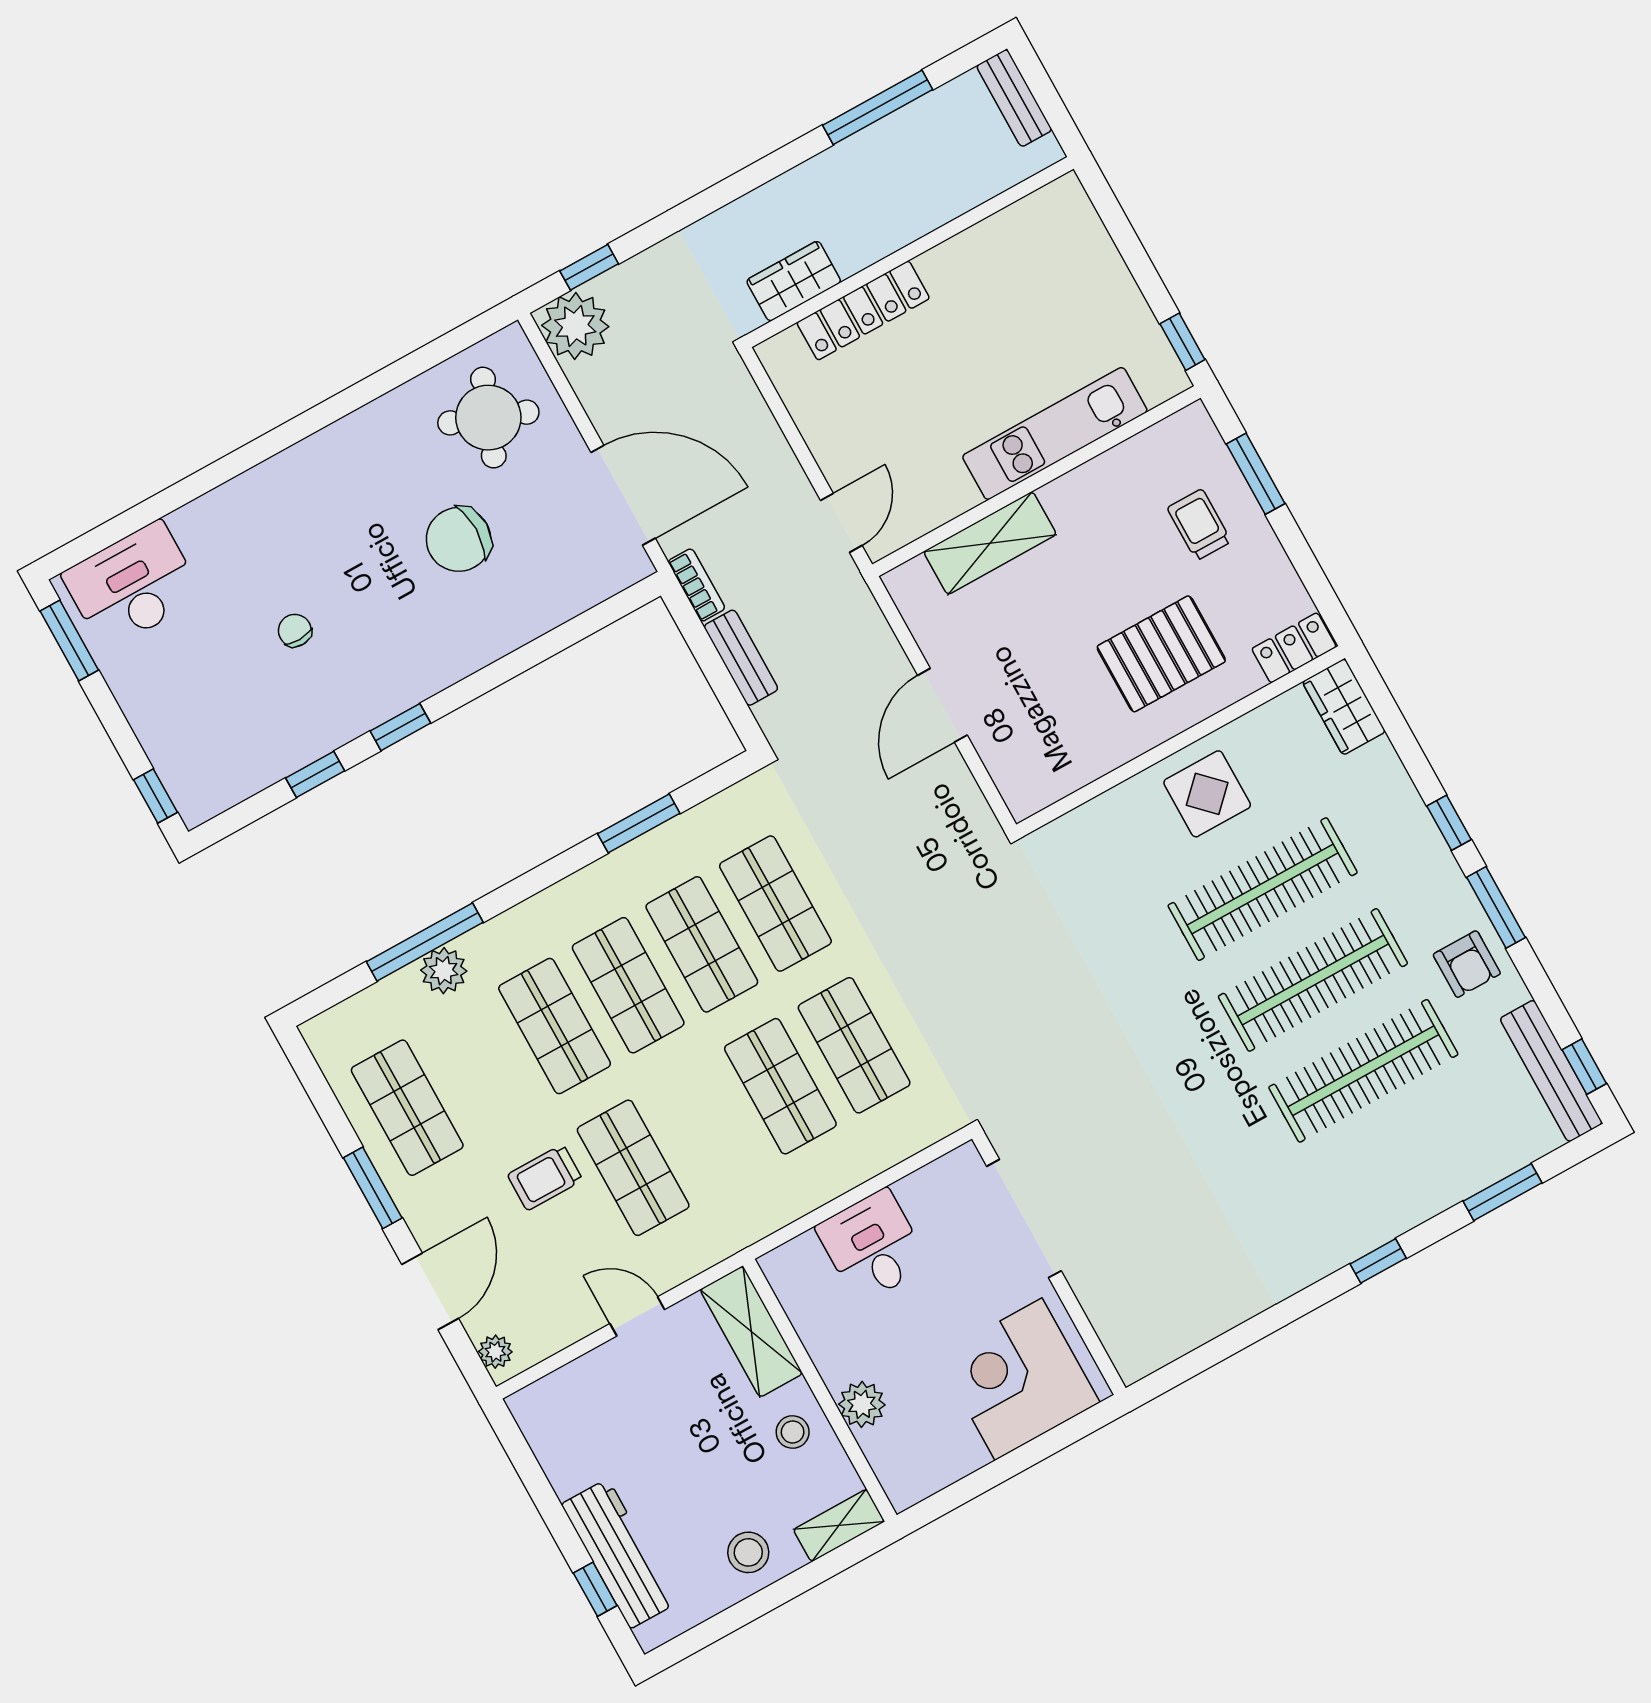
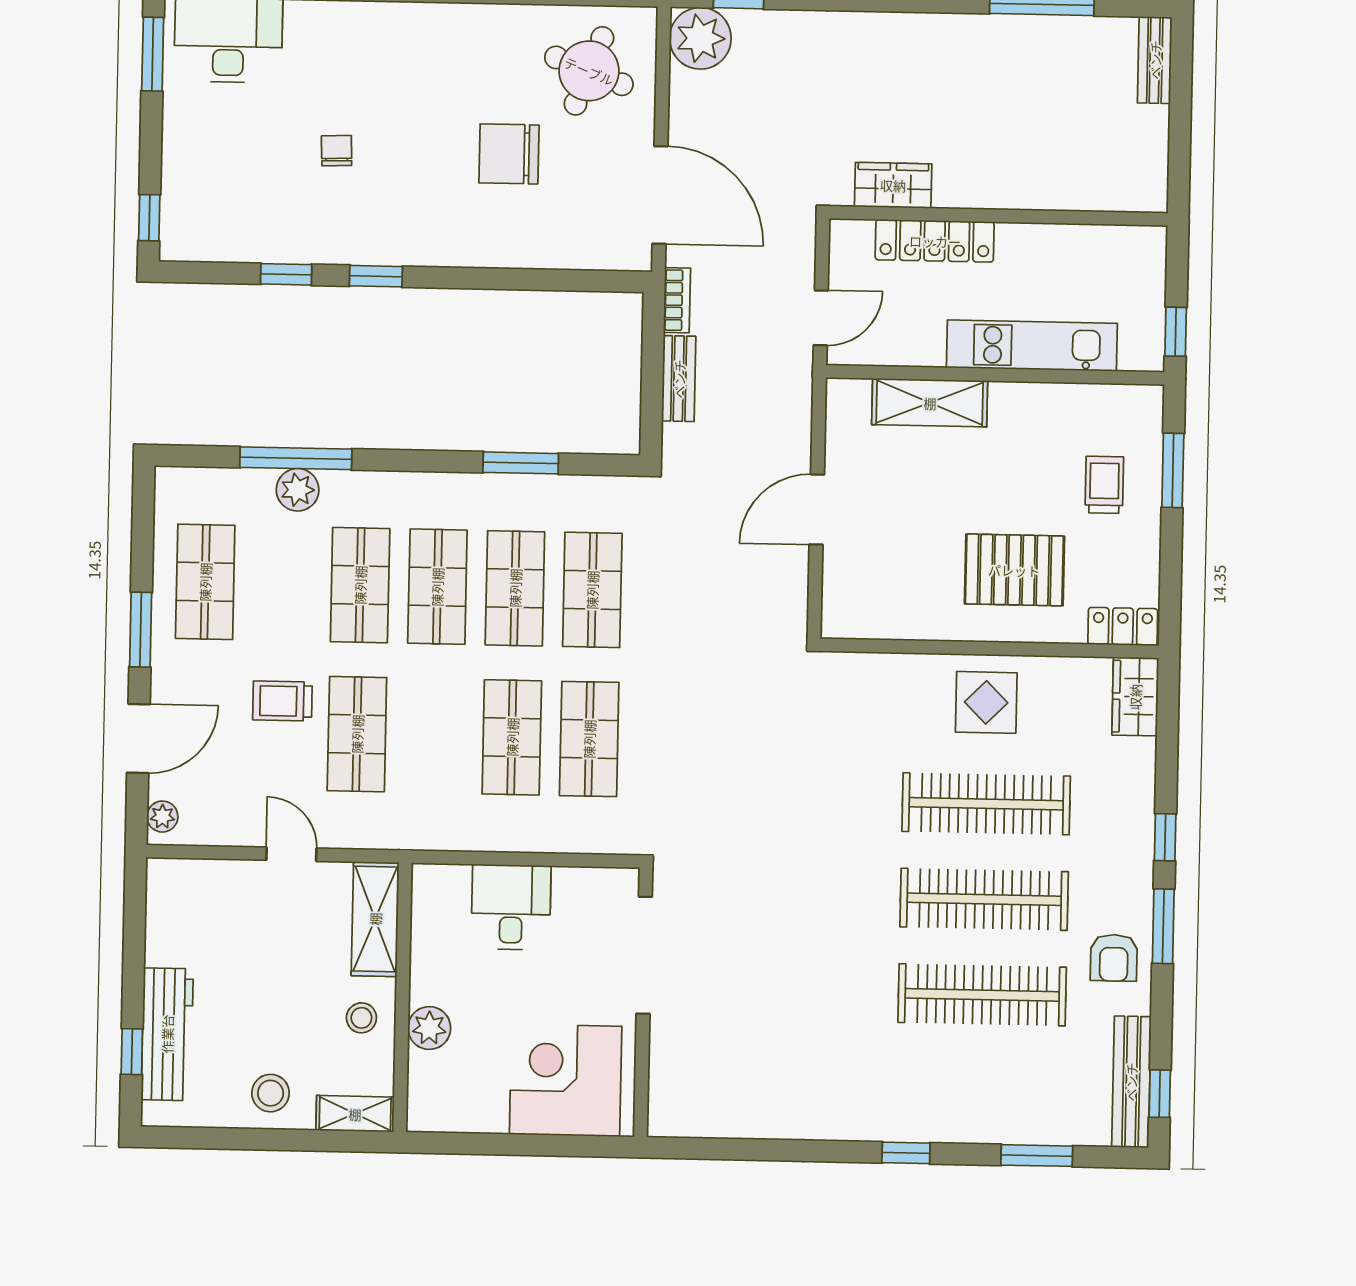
wall: (909, 252) -> (998, 216), moved
wardrobe: (794, 281) -> (893, 185), moved
locker: (863, 311) -> (935, 241), moved

